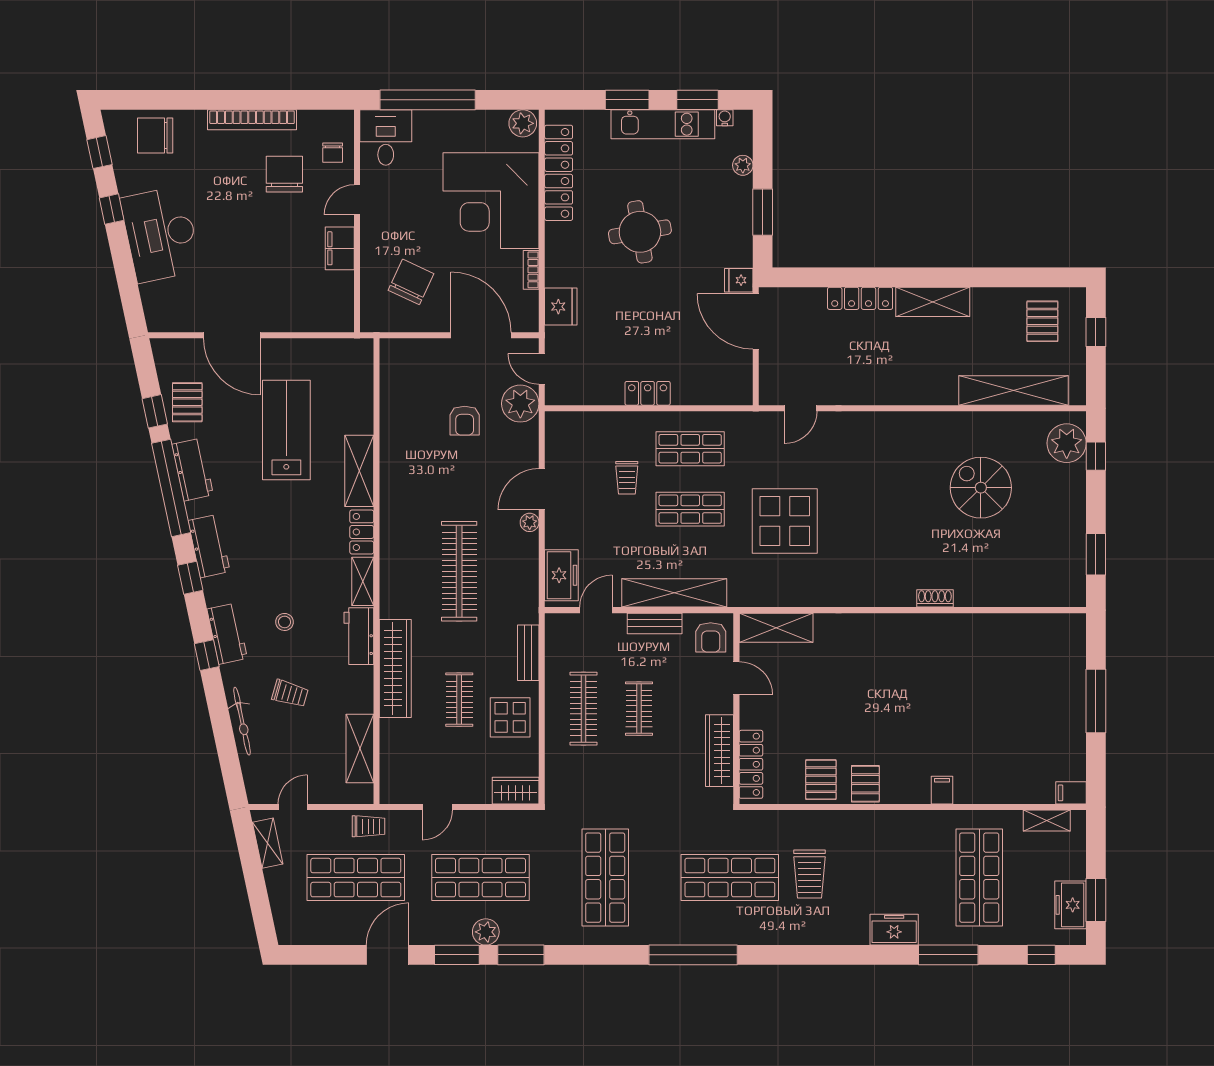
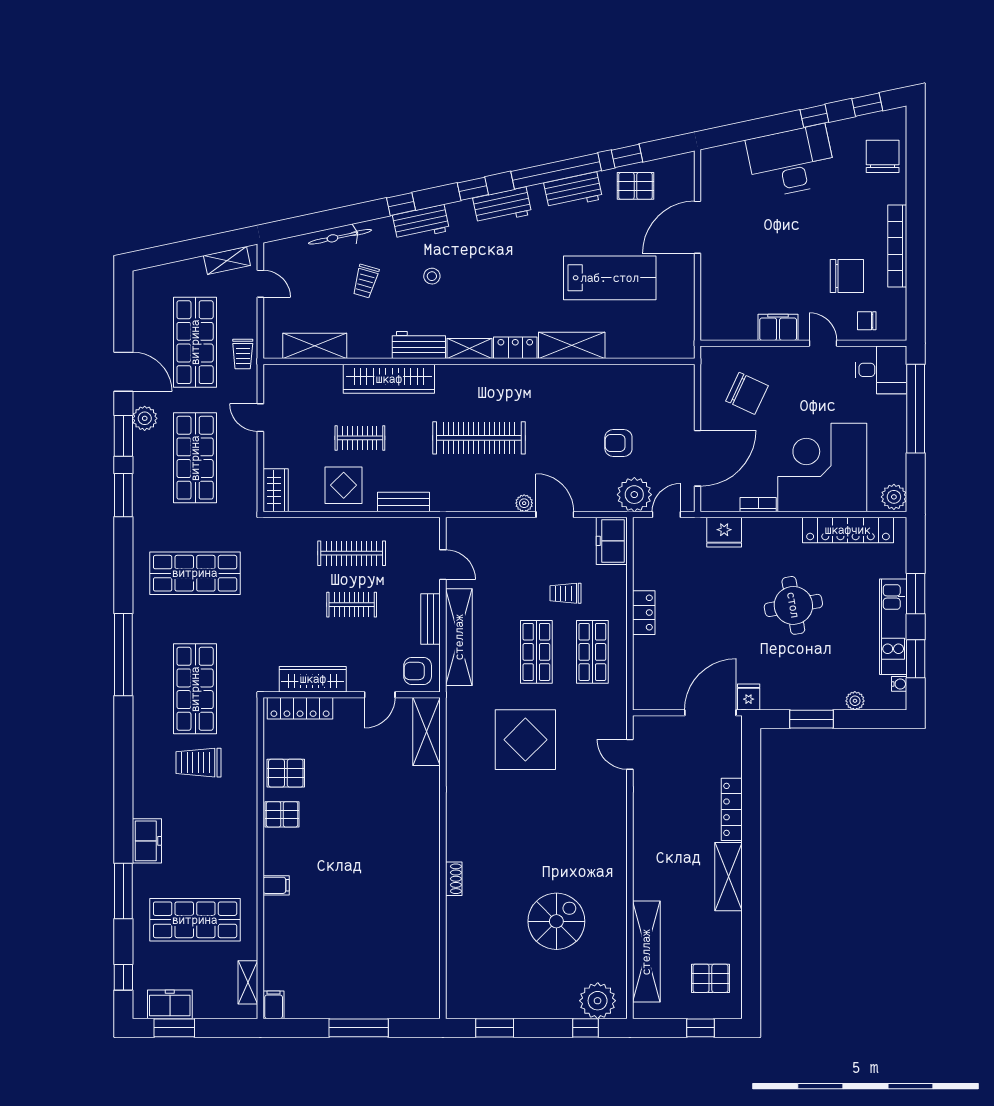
freezer: (561, 575) -> (612, 541), moved, turned 90
plant: (486, 932) -> (145, 418), moved

